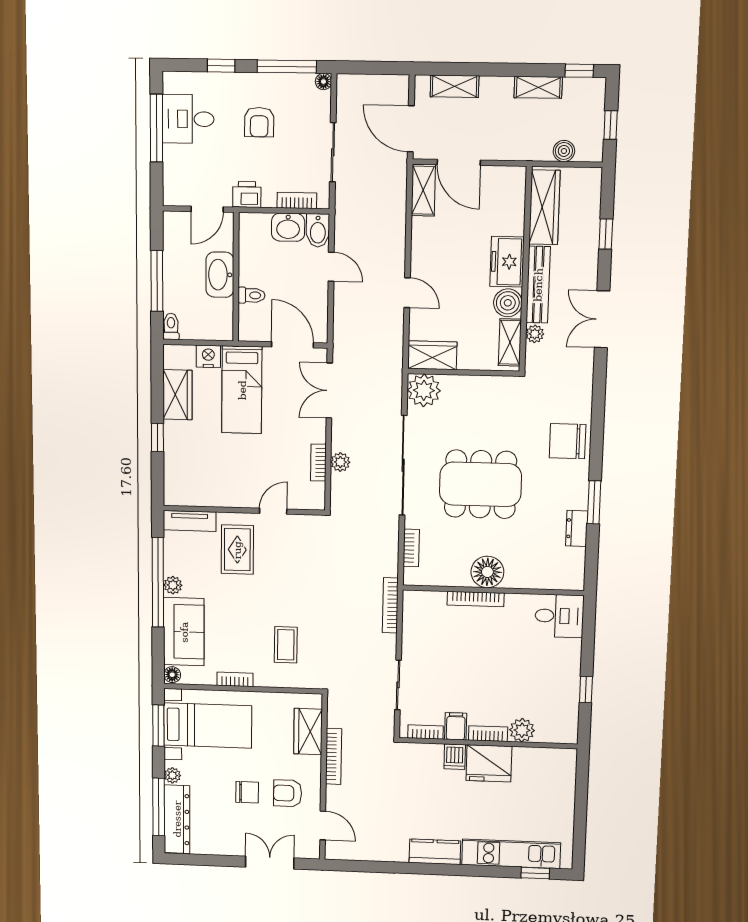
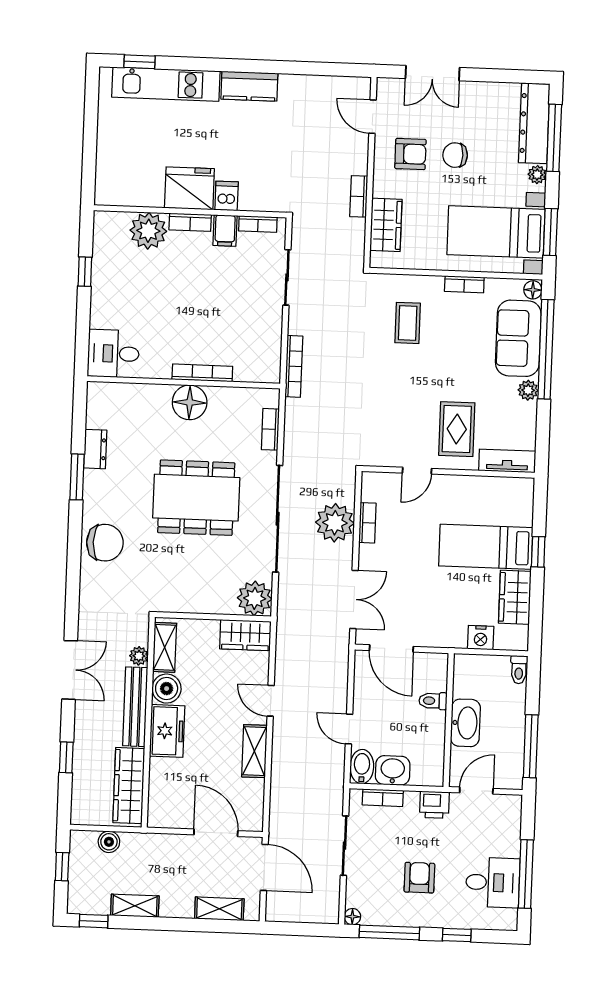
shelving: (423, 190) -> (254, 751), moved
window: (157, 281) -> (531, 746), moved
bed: (242, 390) -> (486, 547), moved, turned -90
plant: (340, 462) -> (335, 523), width x1.87, depth x1.87
window: (158, 582) -> (546, 349), moved
plant: (522, 730) -> (148, 231), width x1.36, depth x1.36
bookcase: (334, 756) -> (359, 196), width x0.64

